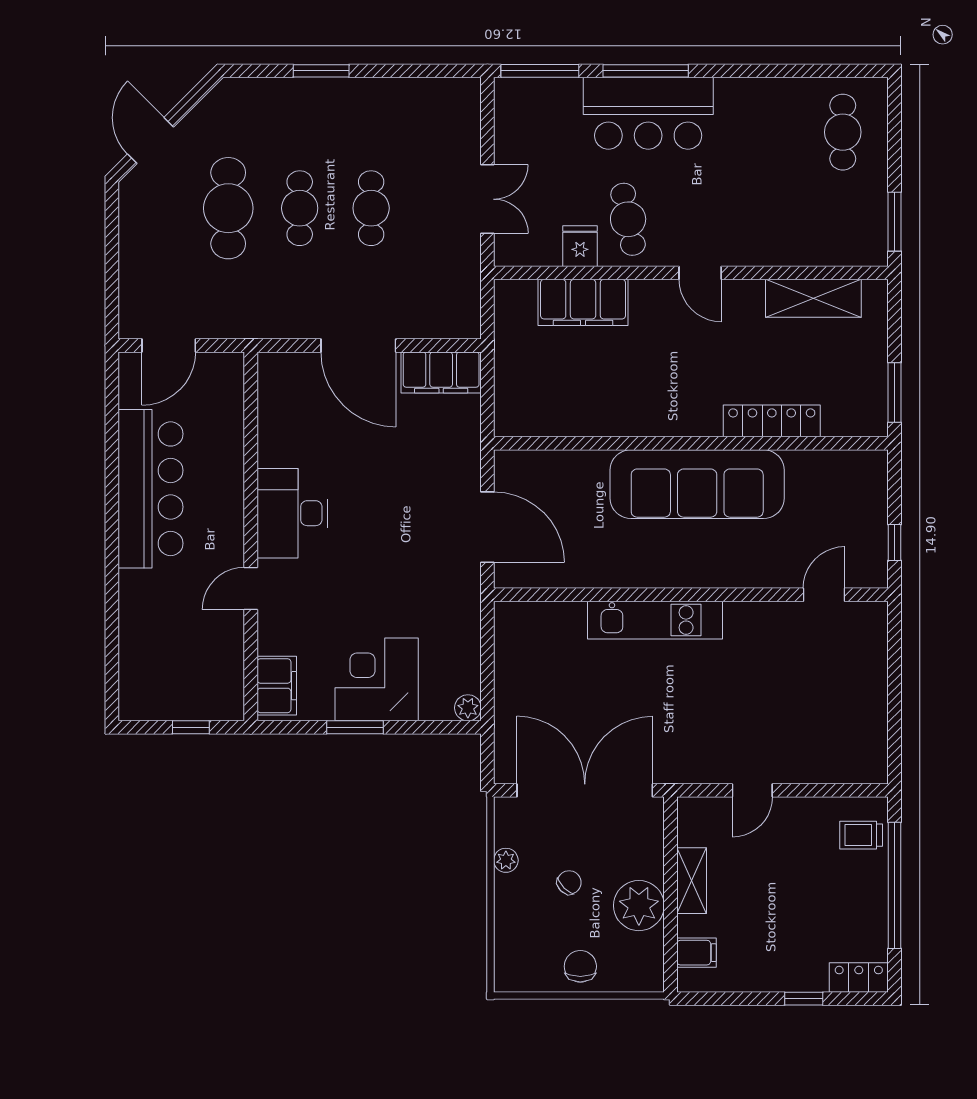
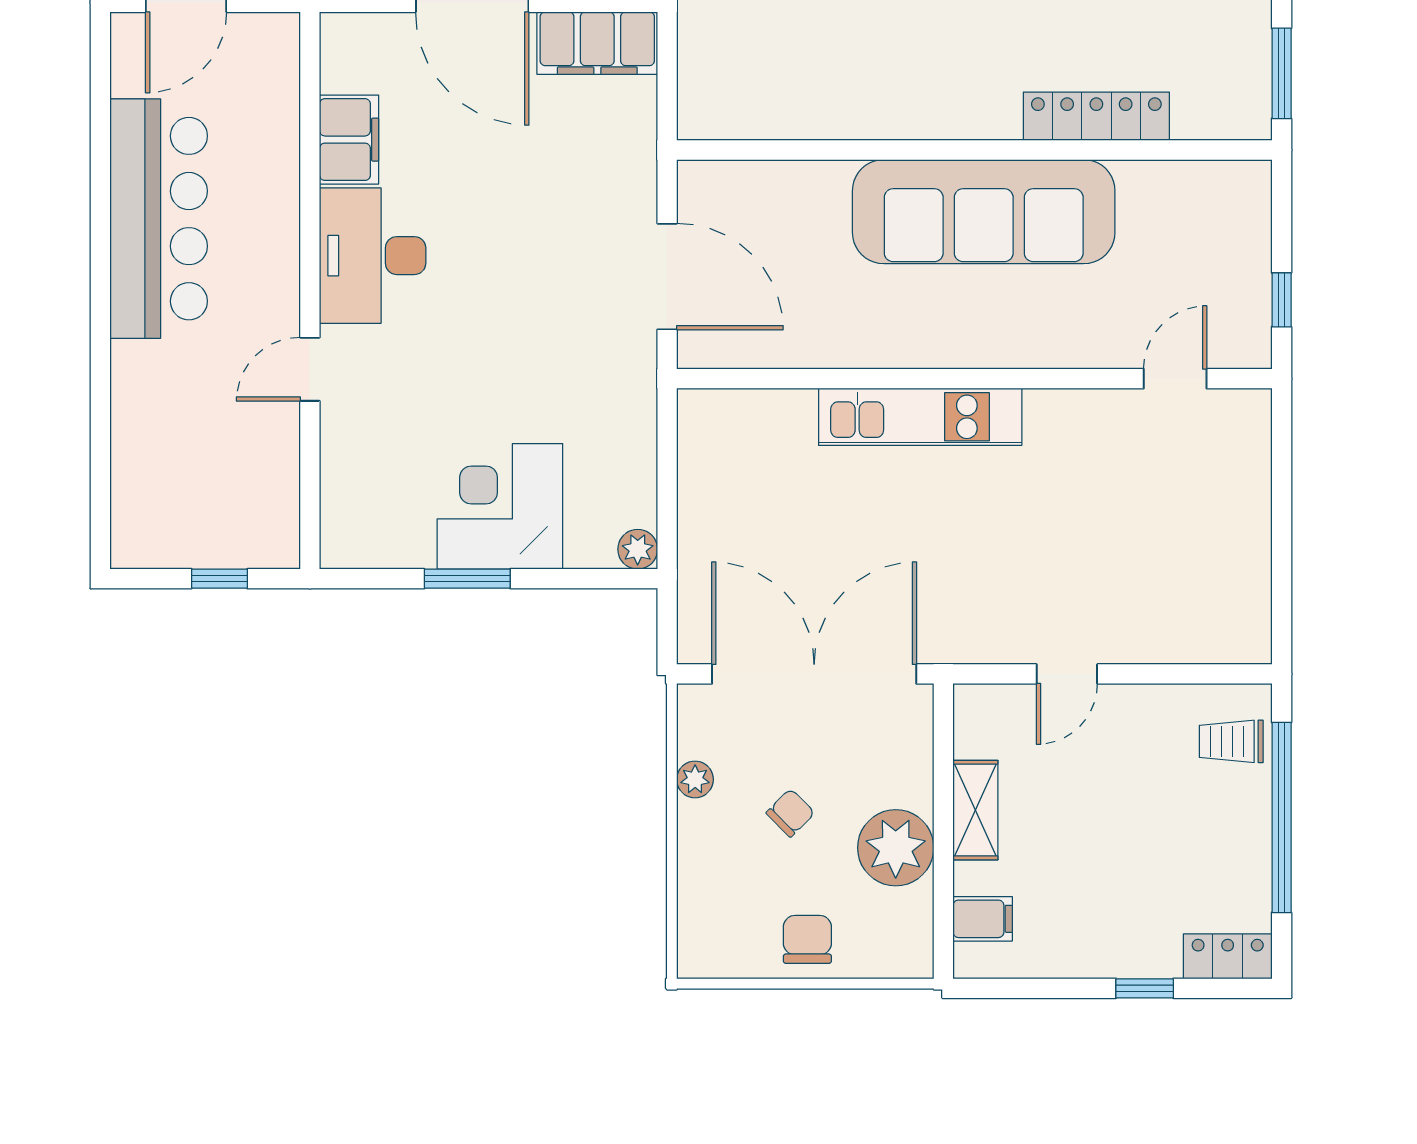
filing cabinet: (277, 686) -> (349, 140), moved

